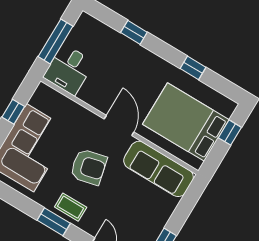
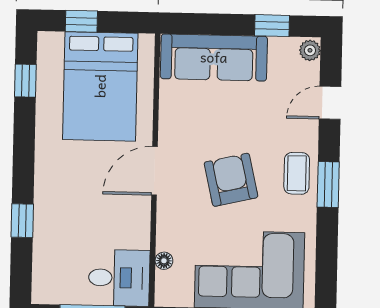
window: (193, 68) -> (25, 81), moved
floor lamp: (64, 101) -> (164, 261), added
sofa: (159, 169) -> (214, 57), moved, turned 90

